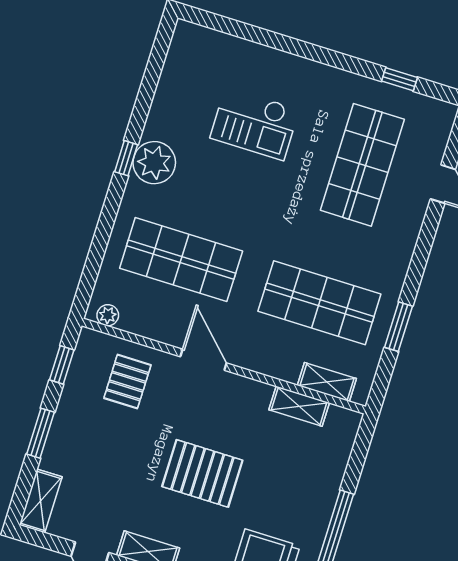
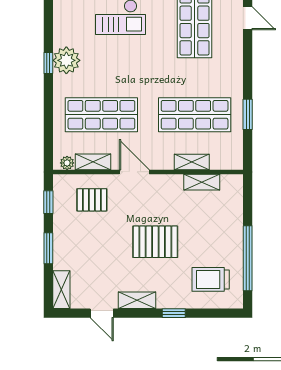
shelving: (147, 326) -> (93, 162), added
pallet: (127, 382) -> (92, 200), turned 90
shelving: (327, 382) -> (192, 162), moved

